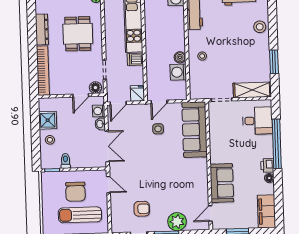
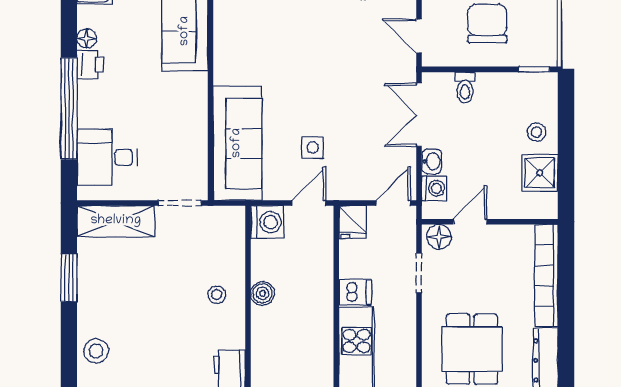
washing machine: (178, 72) -> (267, 222), moved
toilet: (65, 161) -> (465, 88), moved

